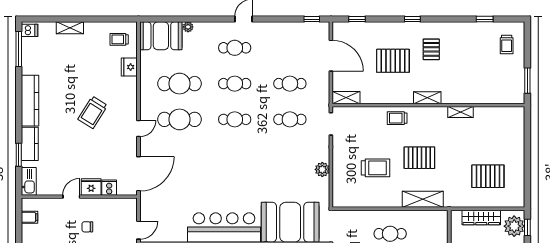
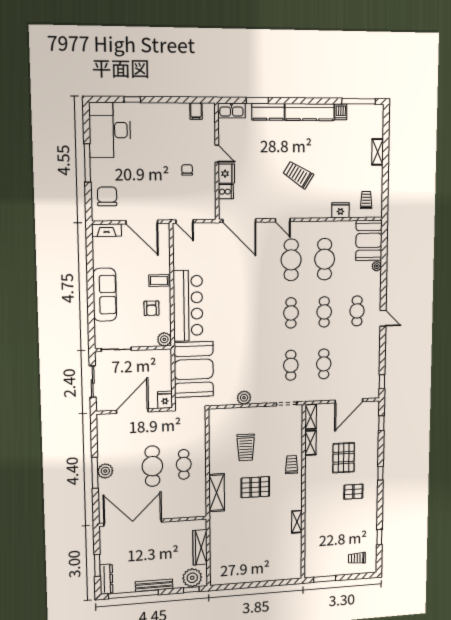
dishwasher: (30, 30) -> (341, 112), moved
shelving: (427, 98) -> (310, 443), moved
pallet: (419, 158) -> (255, 487), turned 90
pallet: (488, 176) -> (238, 551), removed

